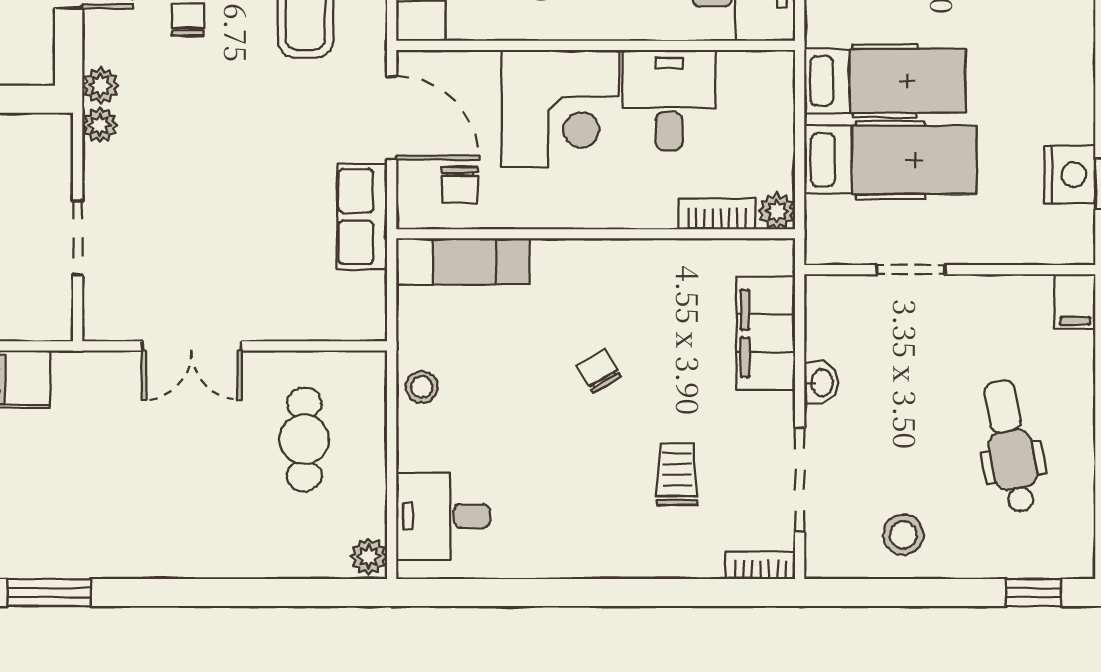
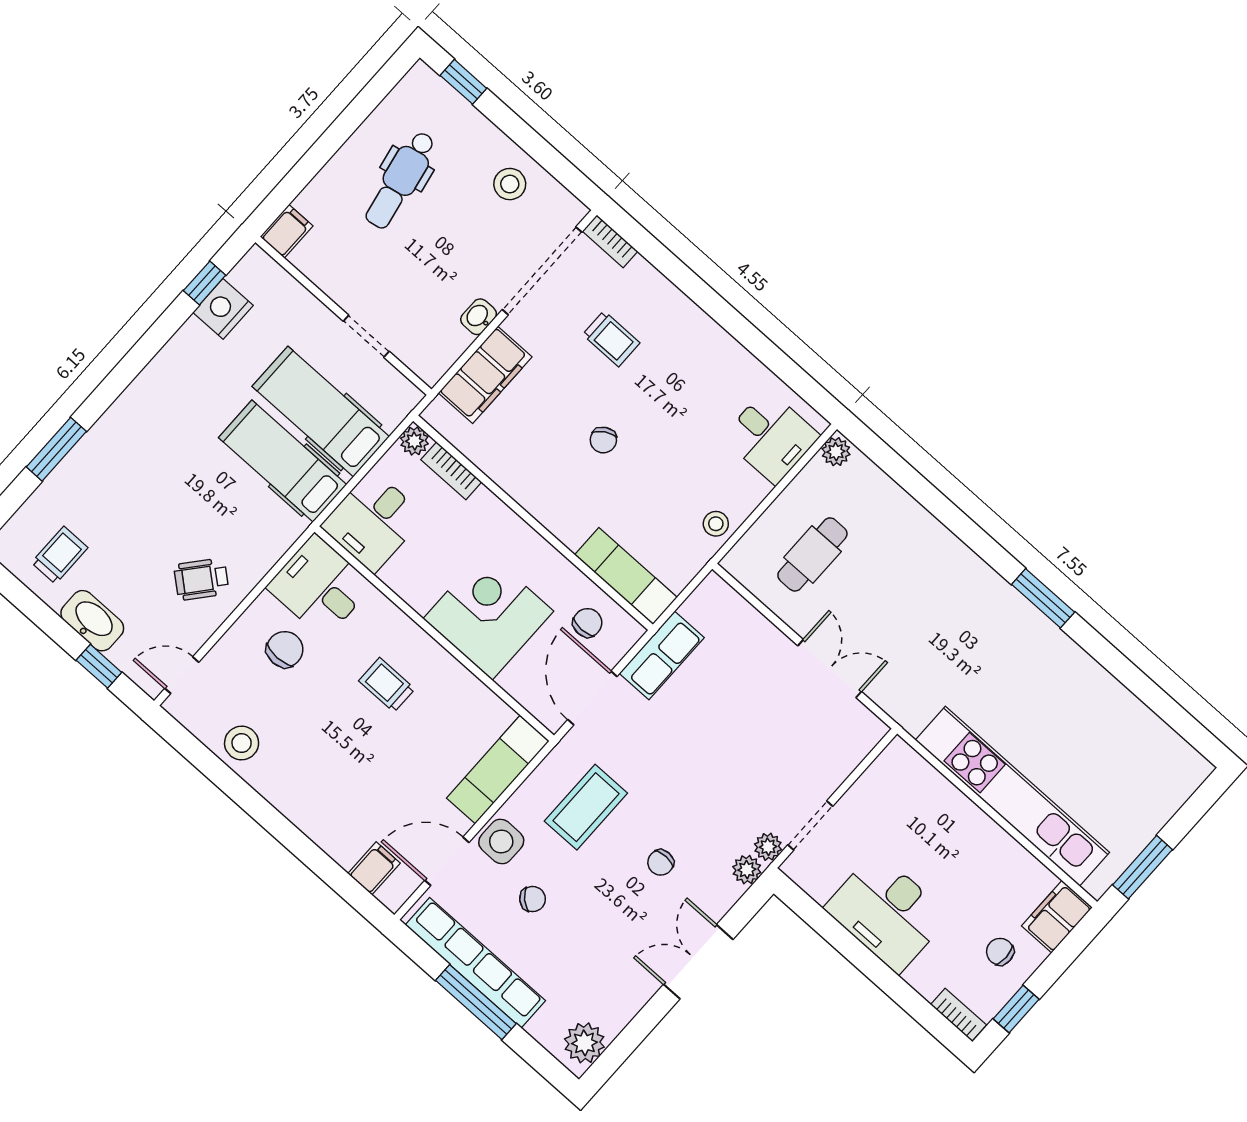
desk: (669, 100) -> (373, 521), moved
doorway: (78, 238) -> (810, 826), moved
trolley: (677, 474) -> (611, 339), turned -90
doorway: (800, 480) -> (542, 271), width x1.36

